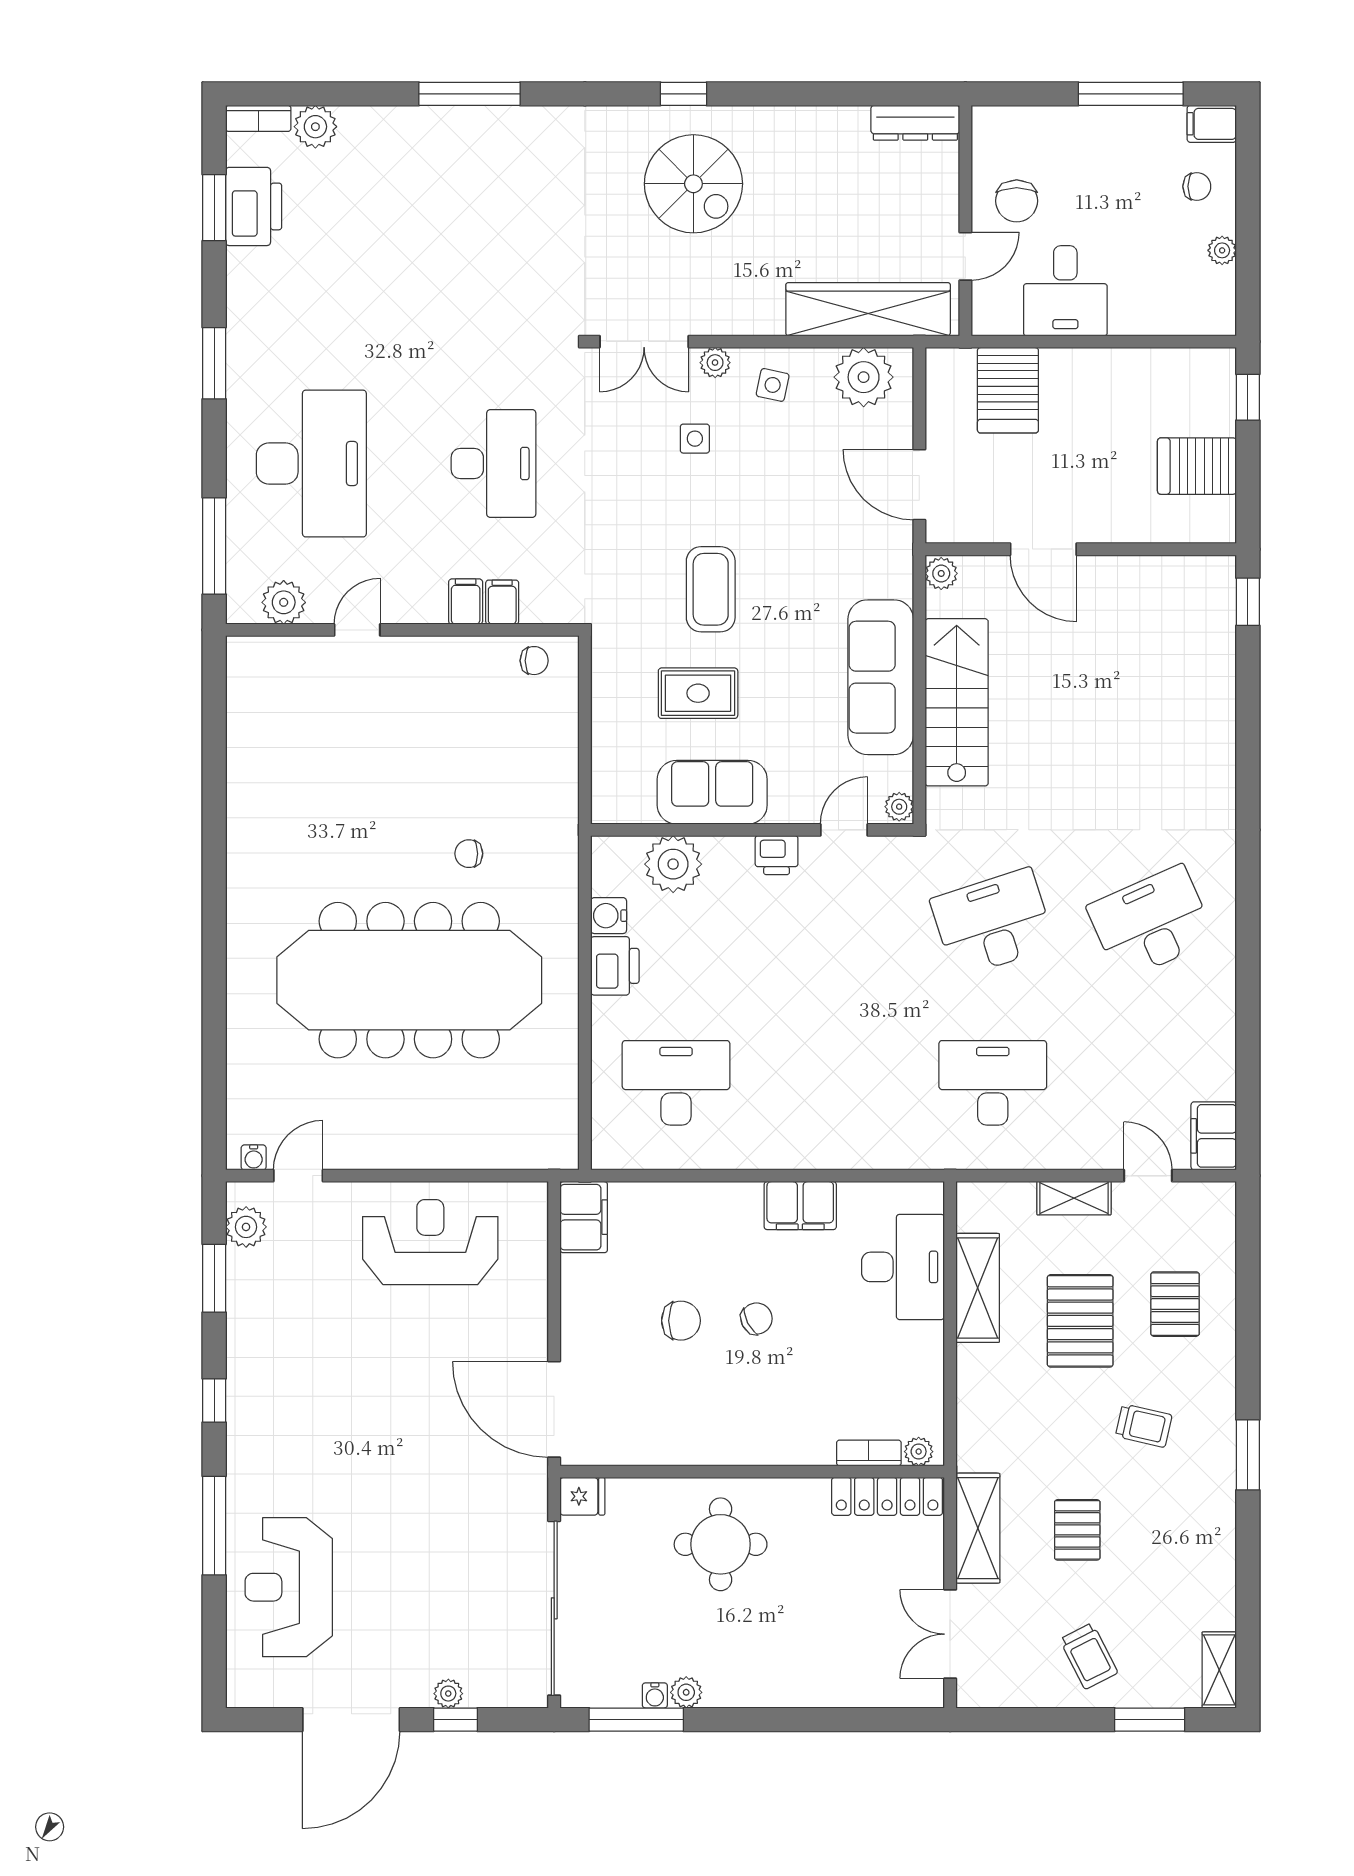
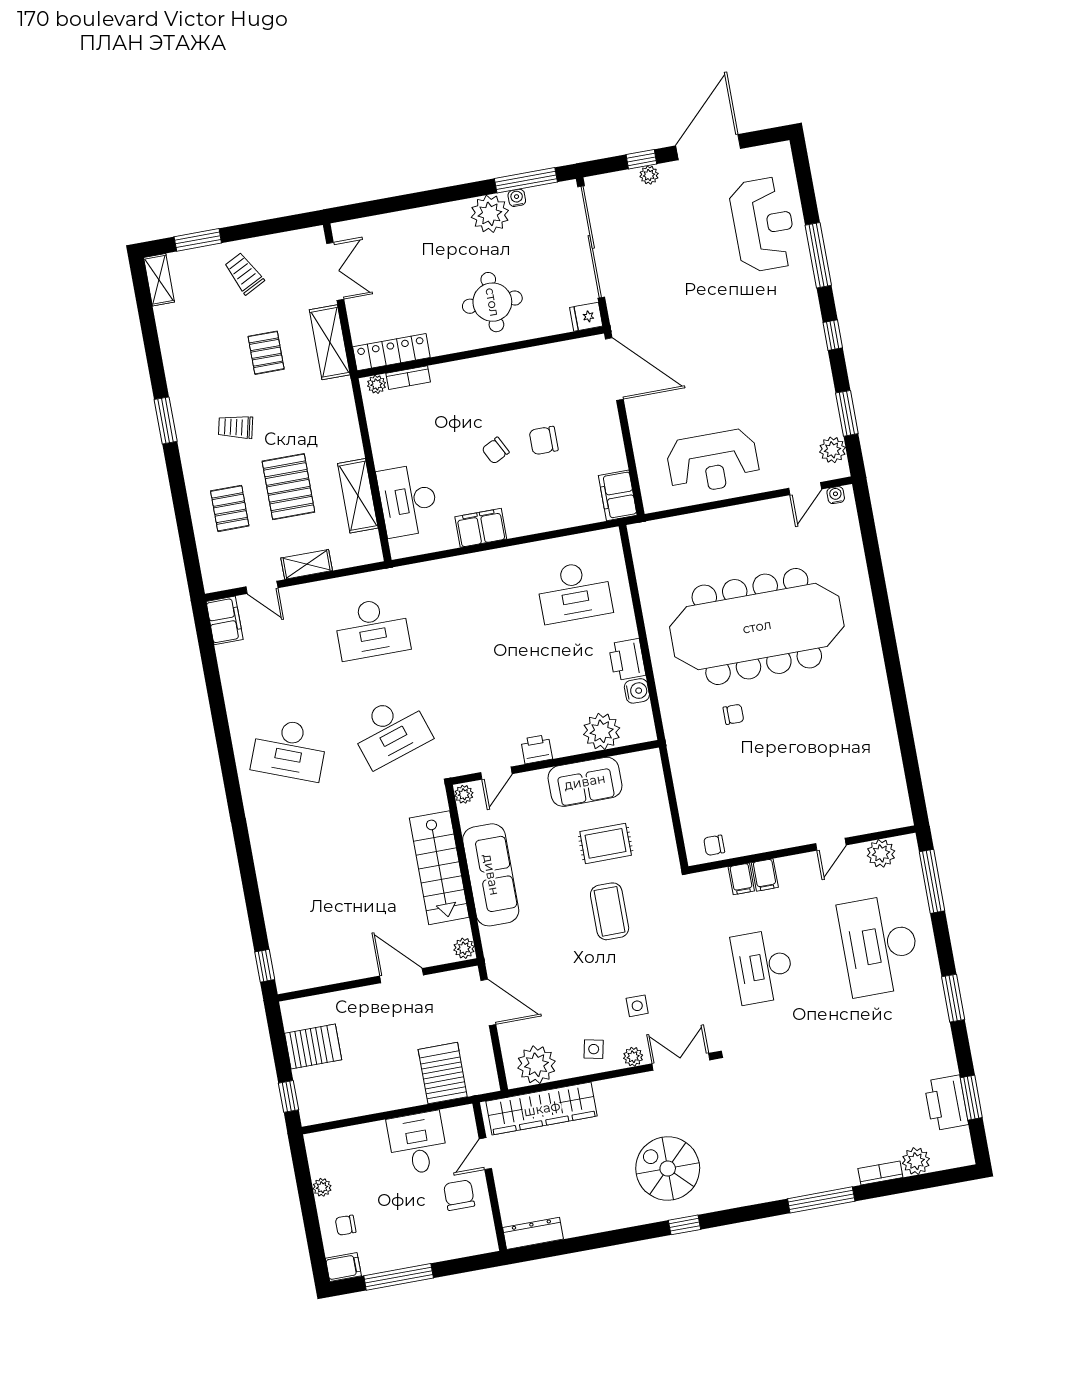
bookcase: (258, 118) -> (880, 1173), moved
desk: (1151, 923) -> (289, 749), turned 45
plant: (686, 1692) -> (490, 214), width x1.88, depth x1.88

